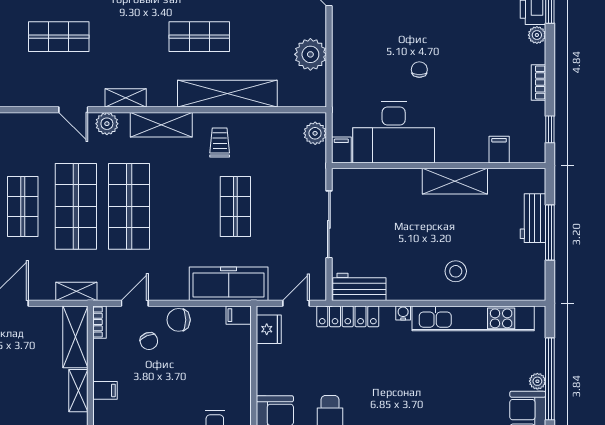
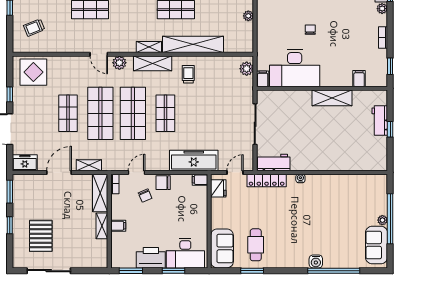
plant: (310, 54) -> (248, 16), width x0.53, depth x0.53
shelving: (126, 98) -> (149, 47), moved
shop shelf: (235, 206) -> (165, 113), moved
window: (550, 233) -> (390, 129), width x0.46
stool: (456, 271) -> (333, 153), removed
shelving: (76, 291) -> (89, 165), moved
kitchen unit: (473, 318) -> (343, 182), removed

